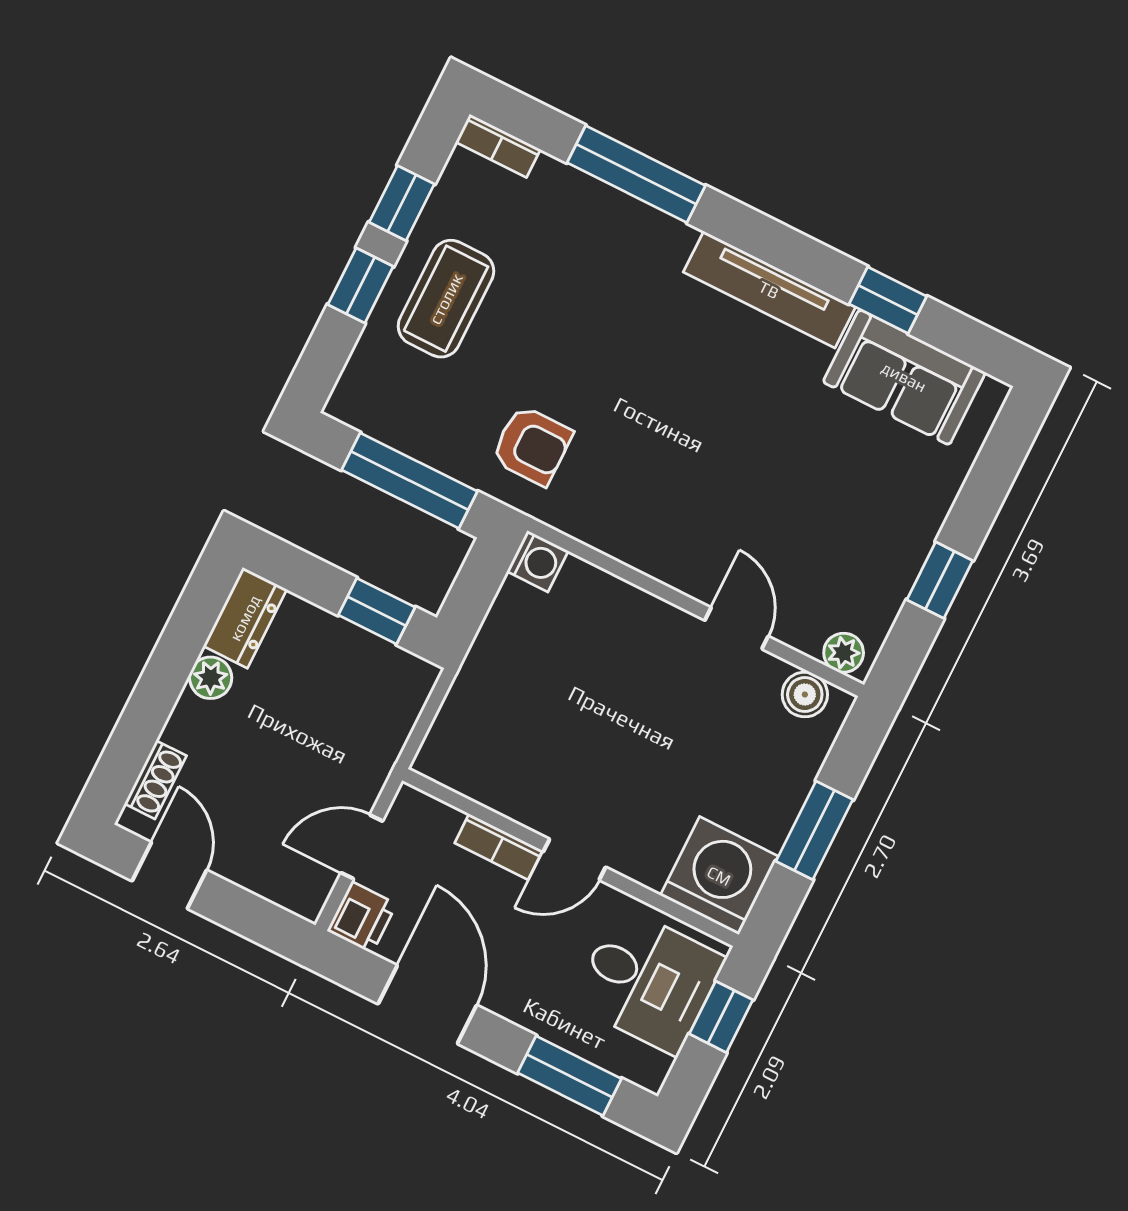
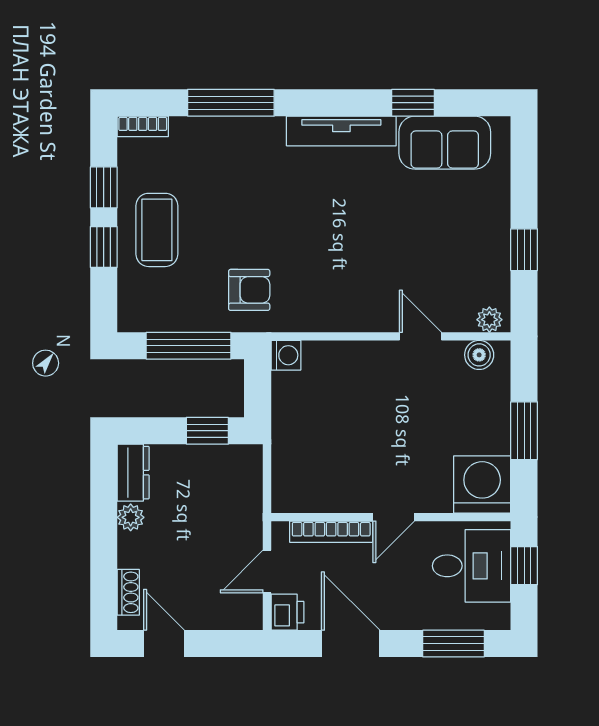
bookcase: (499, 847) -> (331, 532), width x1.56

